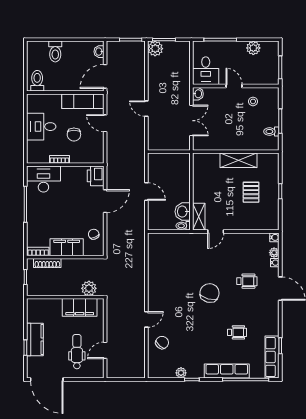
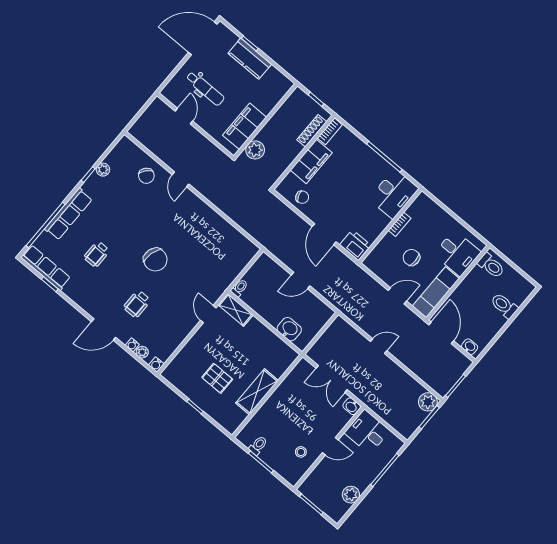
desk: (41, 127) -> (457, 253), moved, turned 90
washbasin: (183, 212) -> (289, 329), moved

